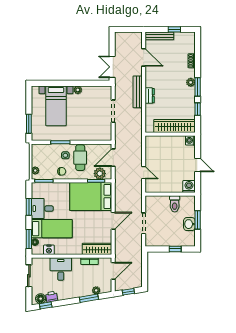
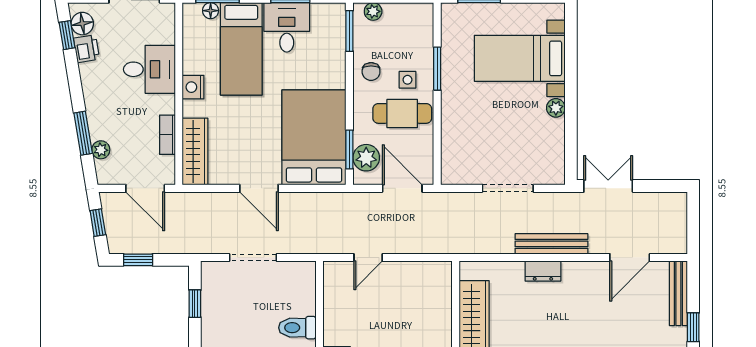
window: (175, 249) -> (195, 304), moved
nightstand: (49, 250) -> (193, 87), moved
window: (145, 274) -> (138, 260), added

